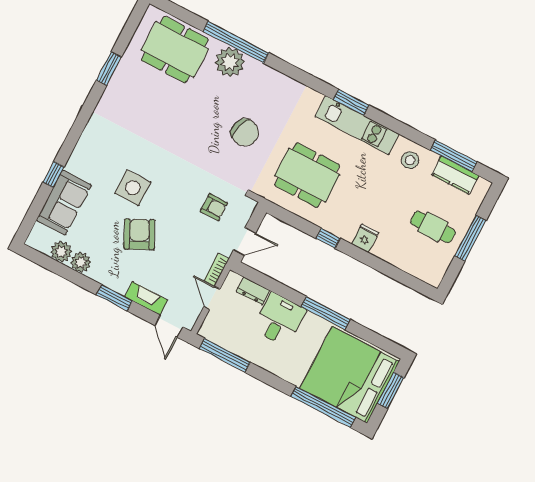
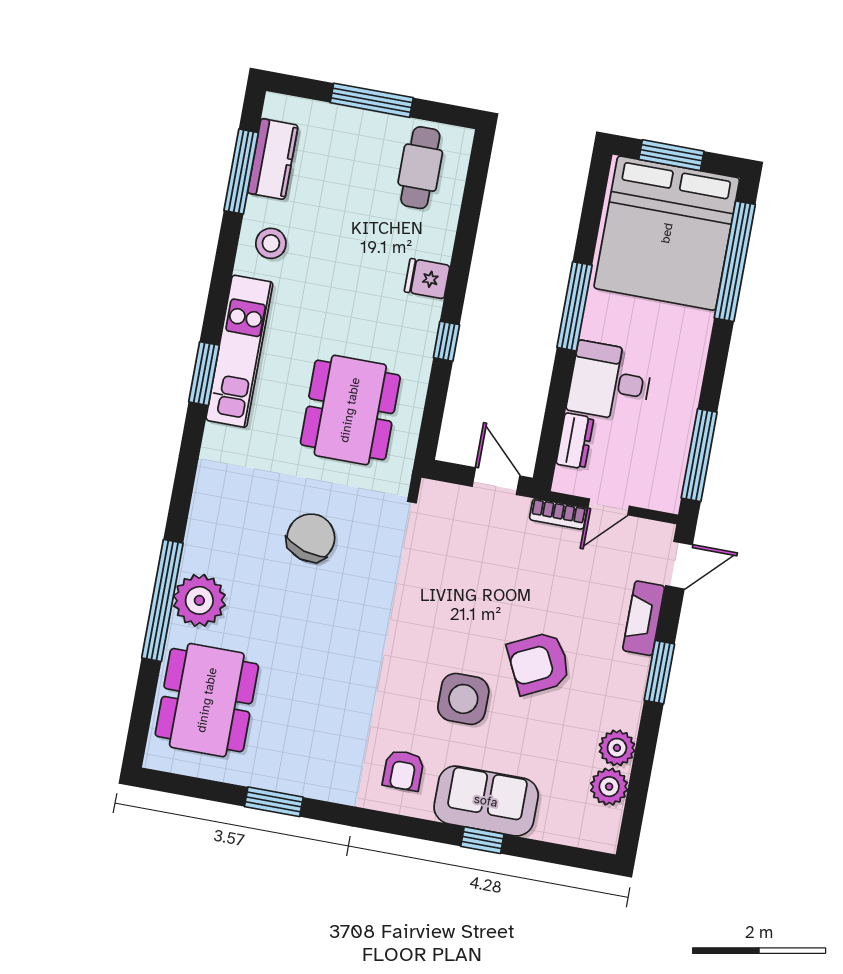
sofa: (64, 203) -> (486, 801), moved
armchair: (214, 207) -> (403, 770), moved, turned 180
cafe table: (433, 227) -> (420, 168), moved

